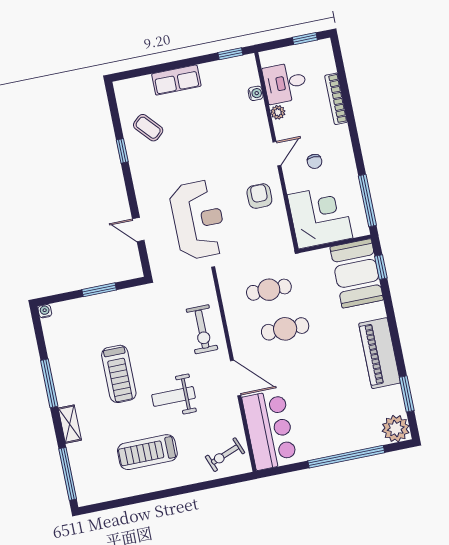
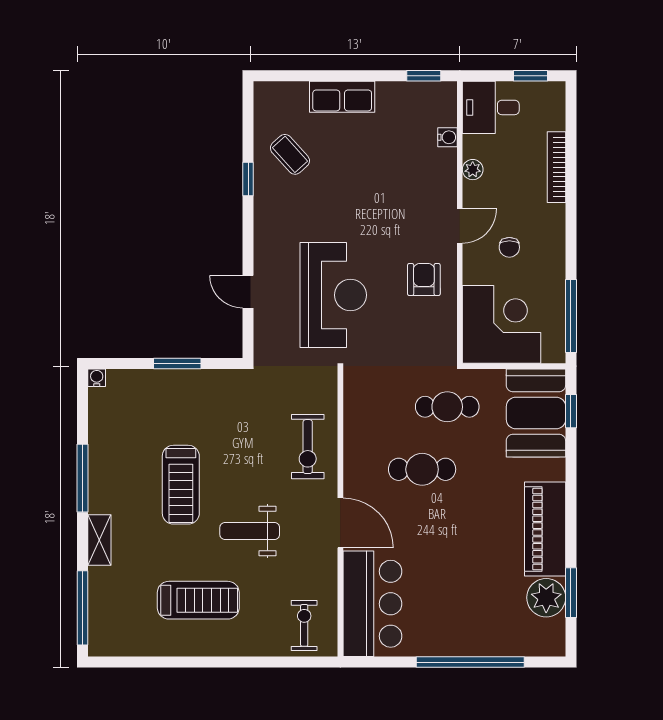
desk: (285, 83) -> (491, 107), moved
cafe table: (269, 290) -> (447, 407), moved
plant: (396, 429) -> (546, 598), moved
treadmill: (147, 452) -> (198, 600), turned 180
exercise bike: (225, 455) -> (304, 625), turned 111

